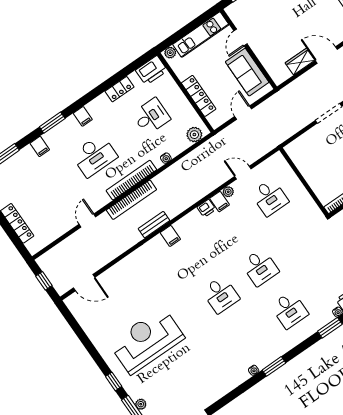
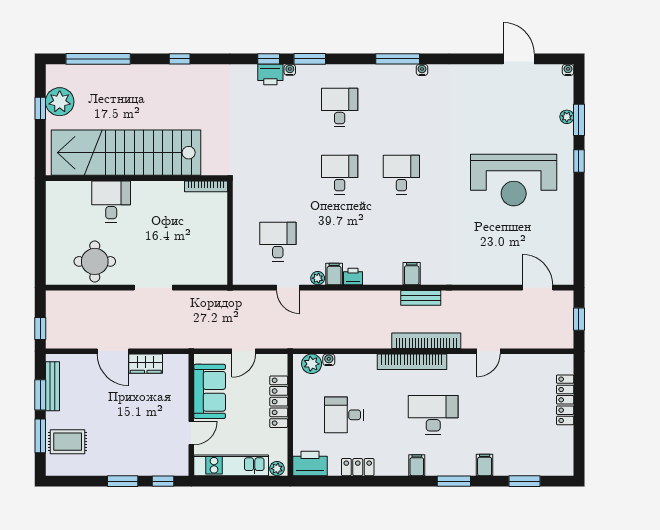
water cooler: (166, 158) -> (329, 360), moved
window: (274, 366) -> (398, 59), width x1.44

